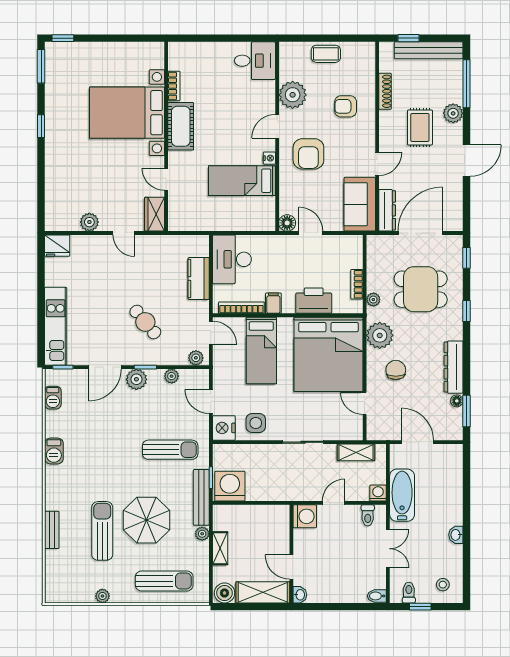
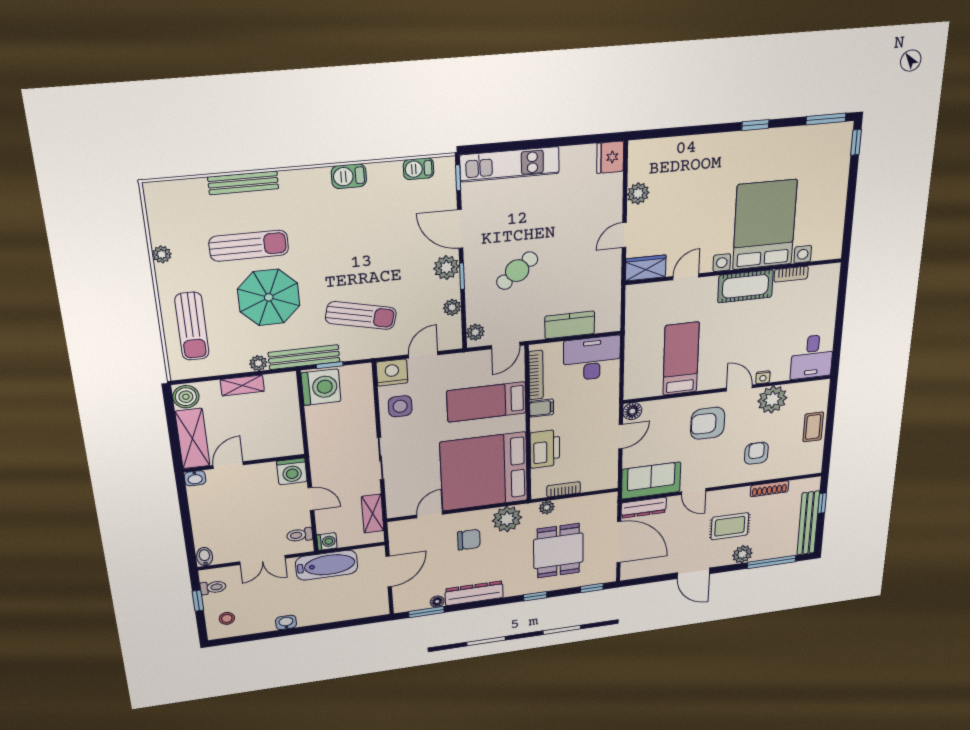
nightstand: (269, 158) -> (763, 377), moved
sun lounger: (170, 450) -> (361, 315), turned -77
bench: (52, 530) -> (243, 183), width x1.36

